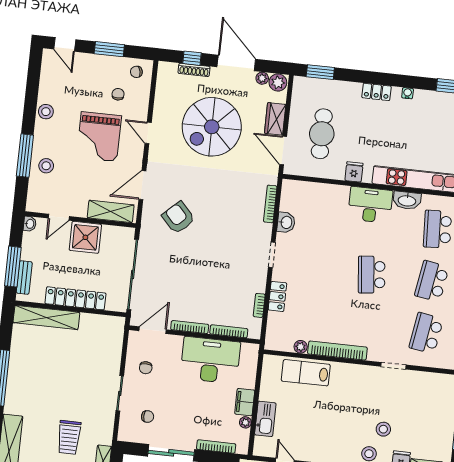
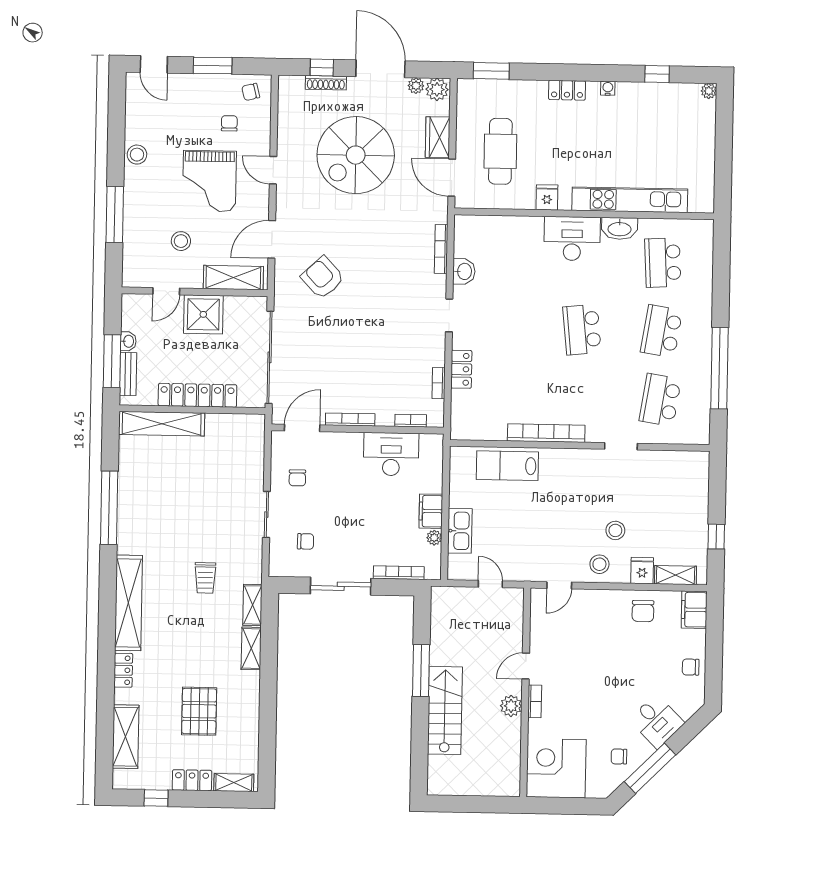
stool: (46, 166) -> (181, 241), moved
washbasin: (30, 224) -> (128, 341), moved
bookcase: (229, 331) -> (411, 421), width x0.64
plant: (301, 347) -> (498, 432), removed
desk: (210, 360) -> (391, 454), width x0.73, depth x0.77
trolley: (69, 437) -> (205, 578), width x0.73, depth x0.72

